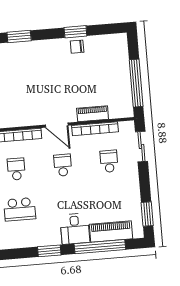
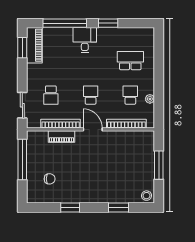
chair: (77, 47) -> (50, 179), moved
school desk: (63, 165) -> (91, 95), turned 180
school desk: (16, 169) -> (130, 95), turned 180
piano: (111, 231) -> (34, 45), moved, turned -90

